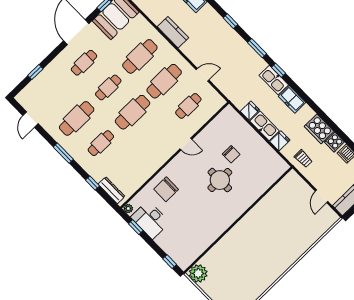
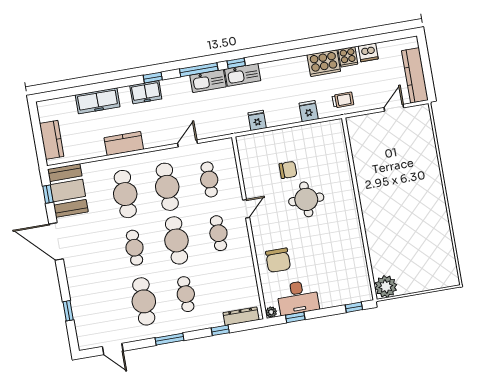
window: (257, 48) -> (199, 70), width x1.44
cafe table: (84, 63) -> (218, 233), moved
freezer: (292, 99) -> (146, 92), moved
kitchen sink: (265, 126) -> (208, 81), moved, turned 180
door: (322, 196) -> (394, 108), swing flipped

